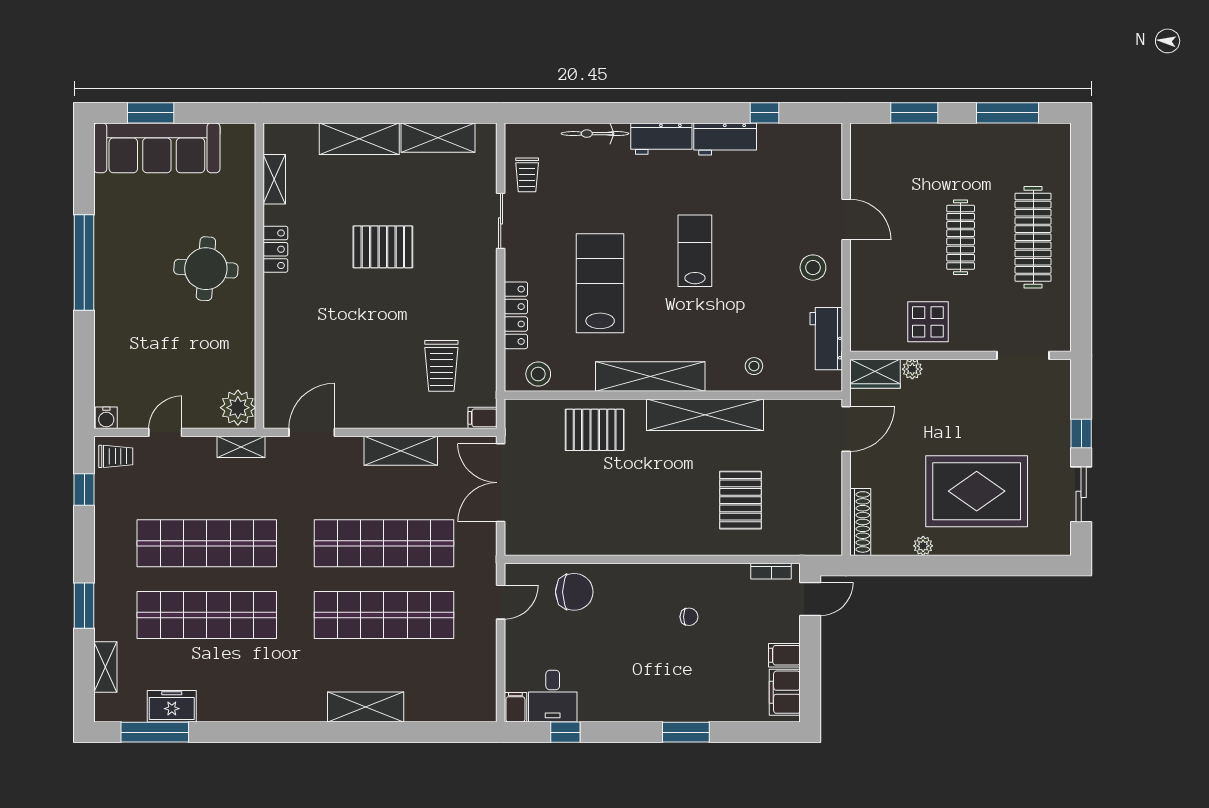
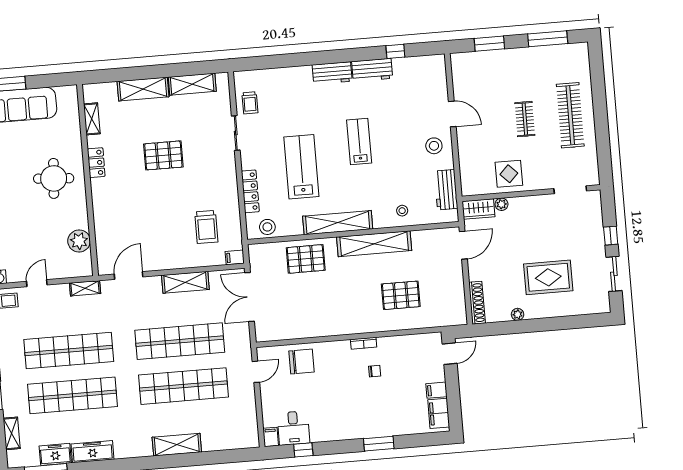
bicycle: (595, 134) -> (290, 73), removed
clothes rail: (961, 237) -> (525, 119), width x0.73
plant: (238, 408) -> (79, 241), moved
rug: (977, 491) -> (548, 277), width x0.73, depth x0.69
pallet: (741, 500) -> (401, 295), turned 90
bookcase: (771, 571) -> (364, 343), moved
freezer: (231, 707) -> (93, 452), added

